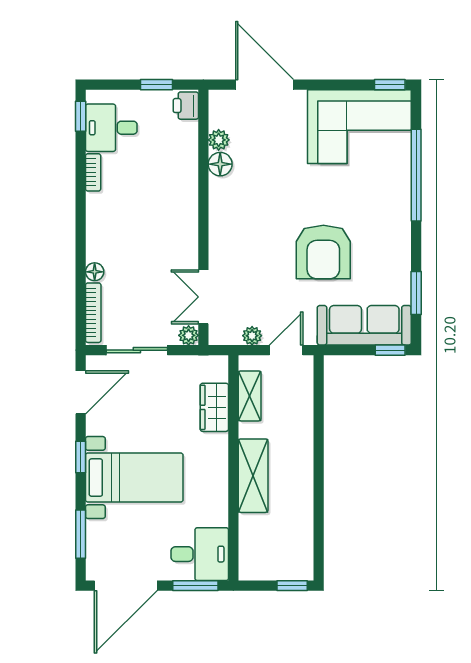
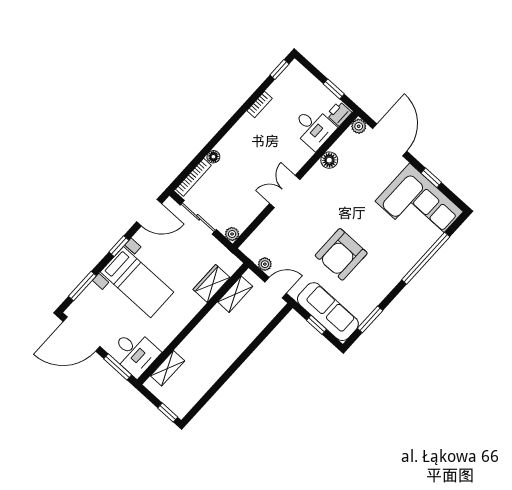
window: (390, 85) -> (431, 178), moved
desk: (111, 128) -> (314, 128), moved, turned 180
plant: (219, 140) -> (359, 126), moved
double door: (203, 297) -> (285, 191), moved
window: (390, 350) -> (317, 325), moved
shelving: (253, 476) -> (168, 368), moved, width x0.67, depth x0.75

